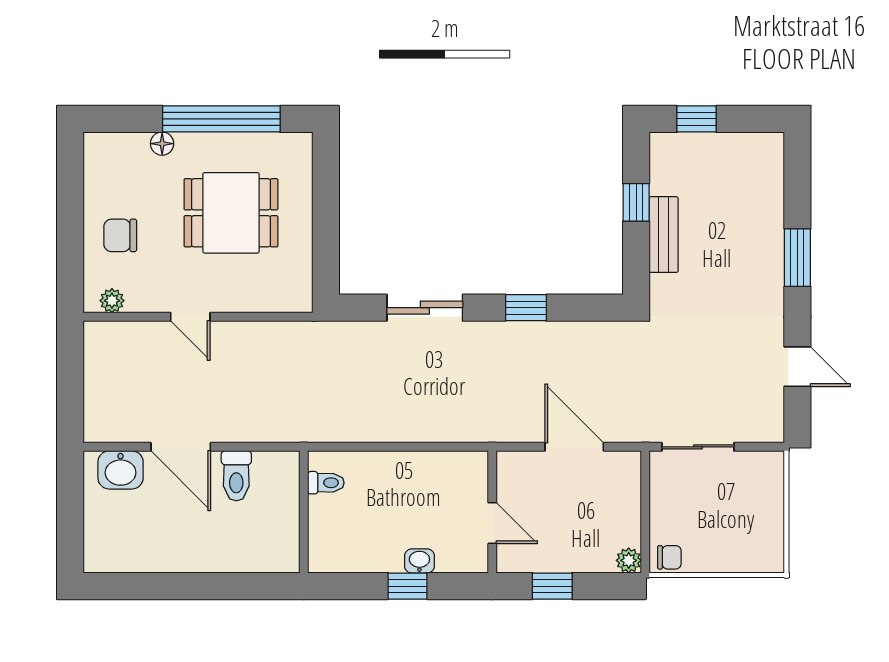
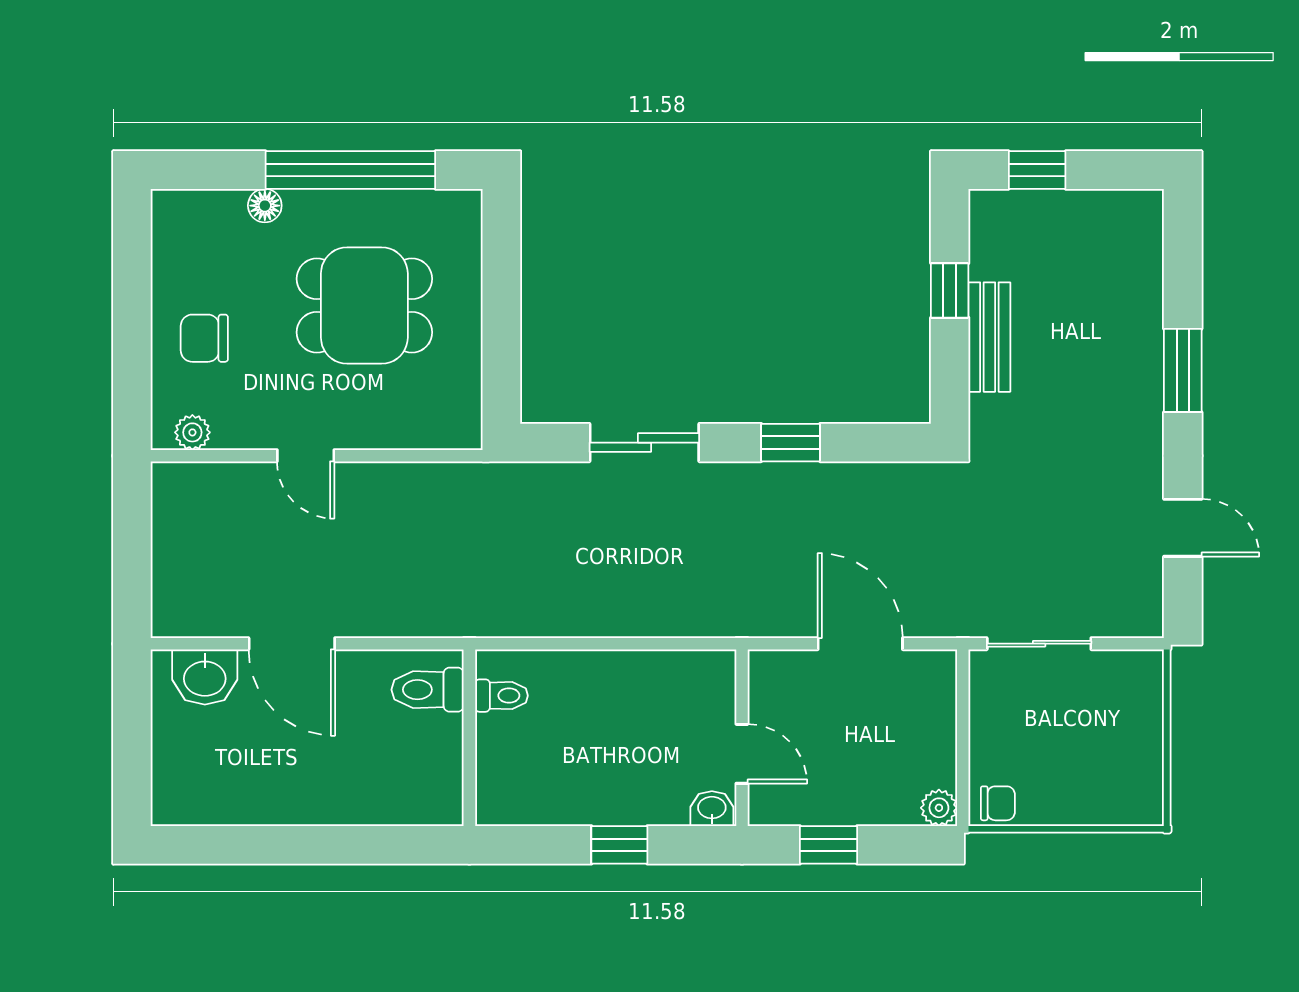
toilet: (236, 476) -> (428, 690), moved, turned 90
washbasin: (419, 561) -> (712, 809), moved

